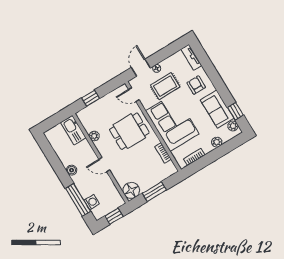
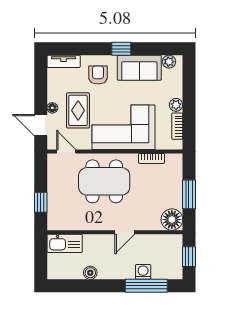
armchair: (196, 85) -> (98, 75), turned 90
door: (134, 95) -> (66, 151), swing flipped
window: (235, 111) -> (121, 49), moved
dining table: (129, 131) -> (104, 181), width x1.38
plant: (94, 136) -> (86, 224), removed
plant: (217, 142) -> (176, 105), moved
boiler: (72, 170) -> (90, 273), moved
washing machine: (92, 202) -> (143, 272), moved

